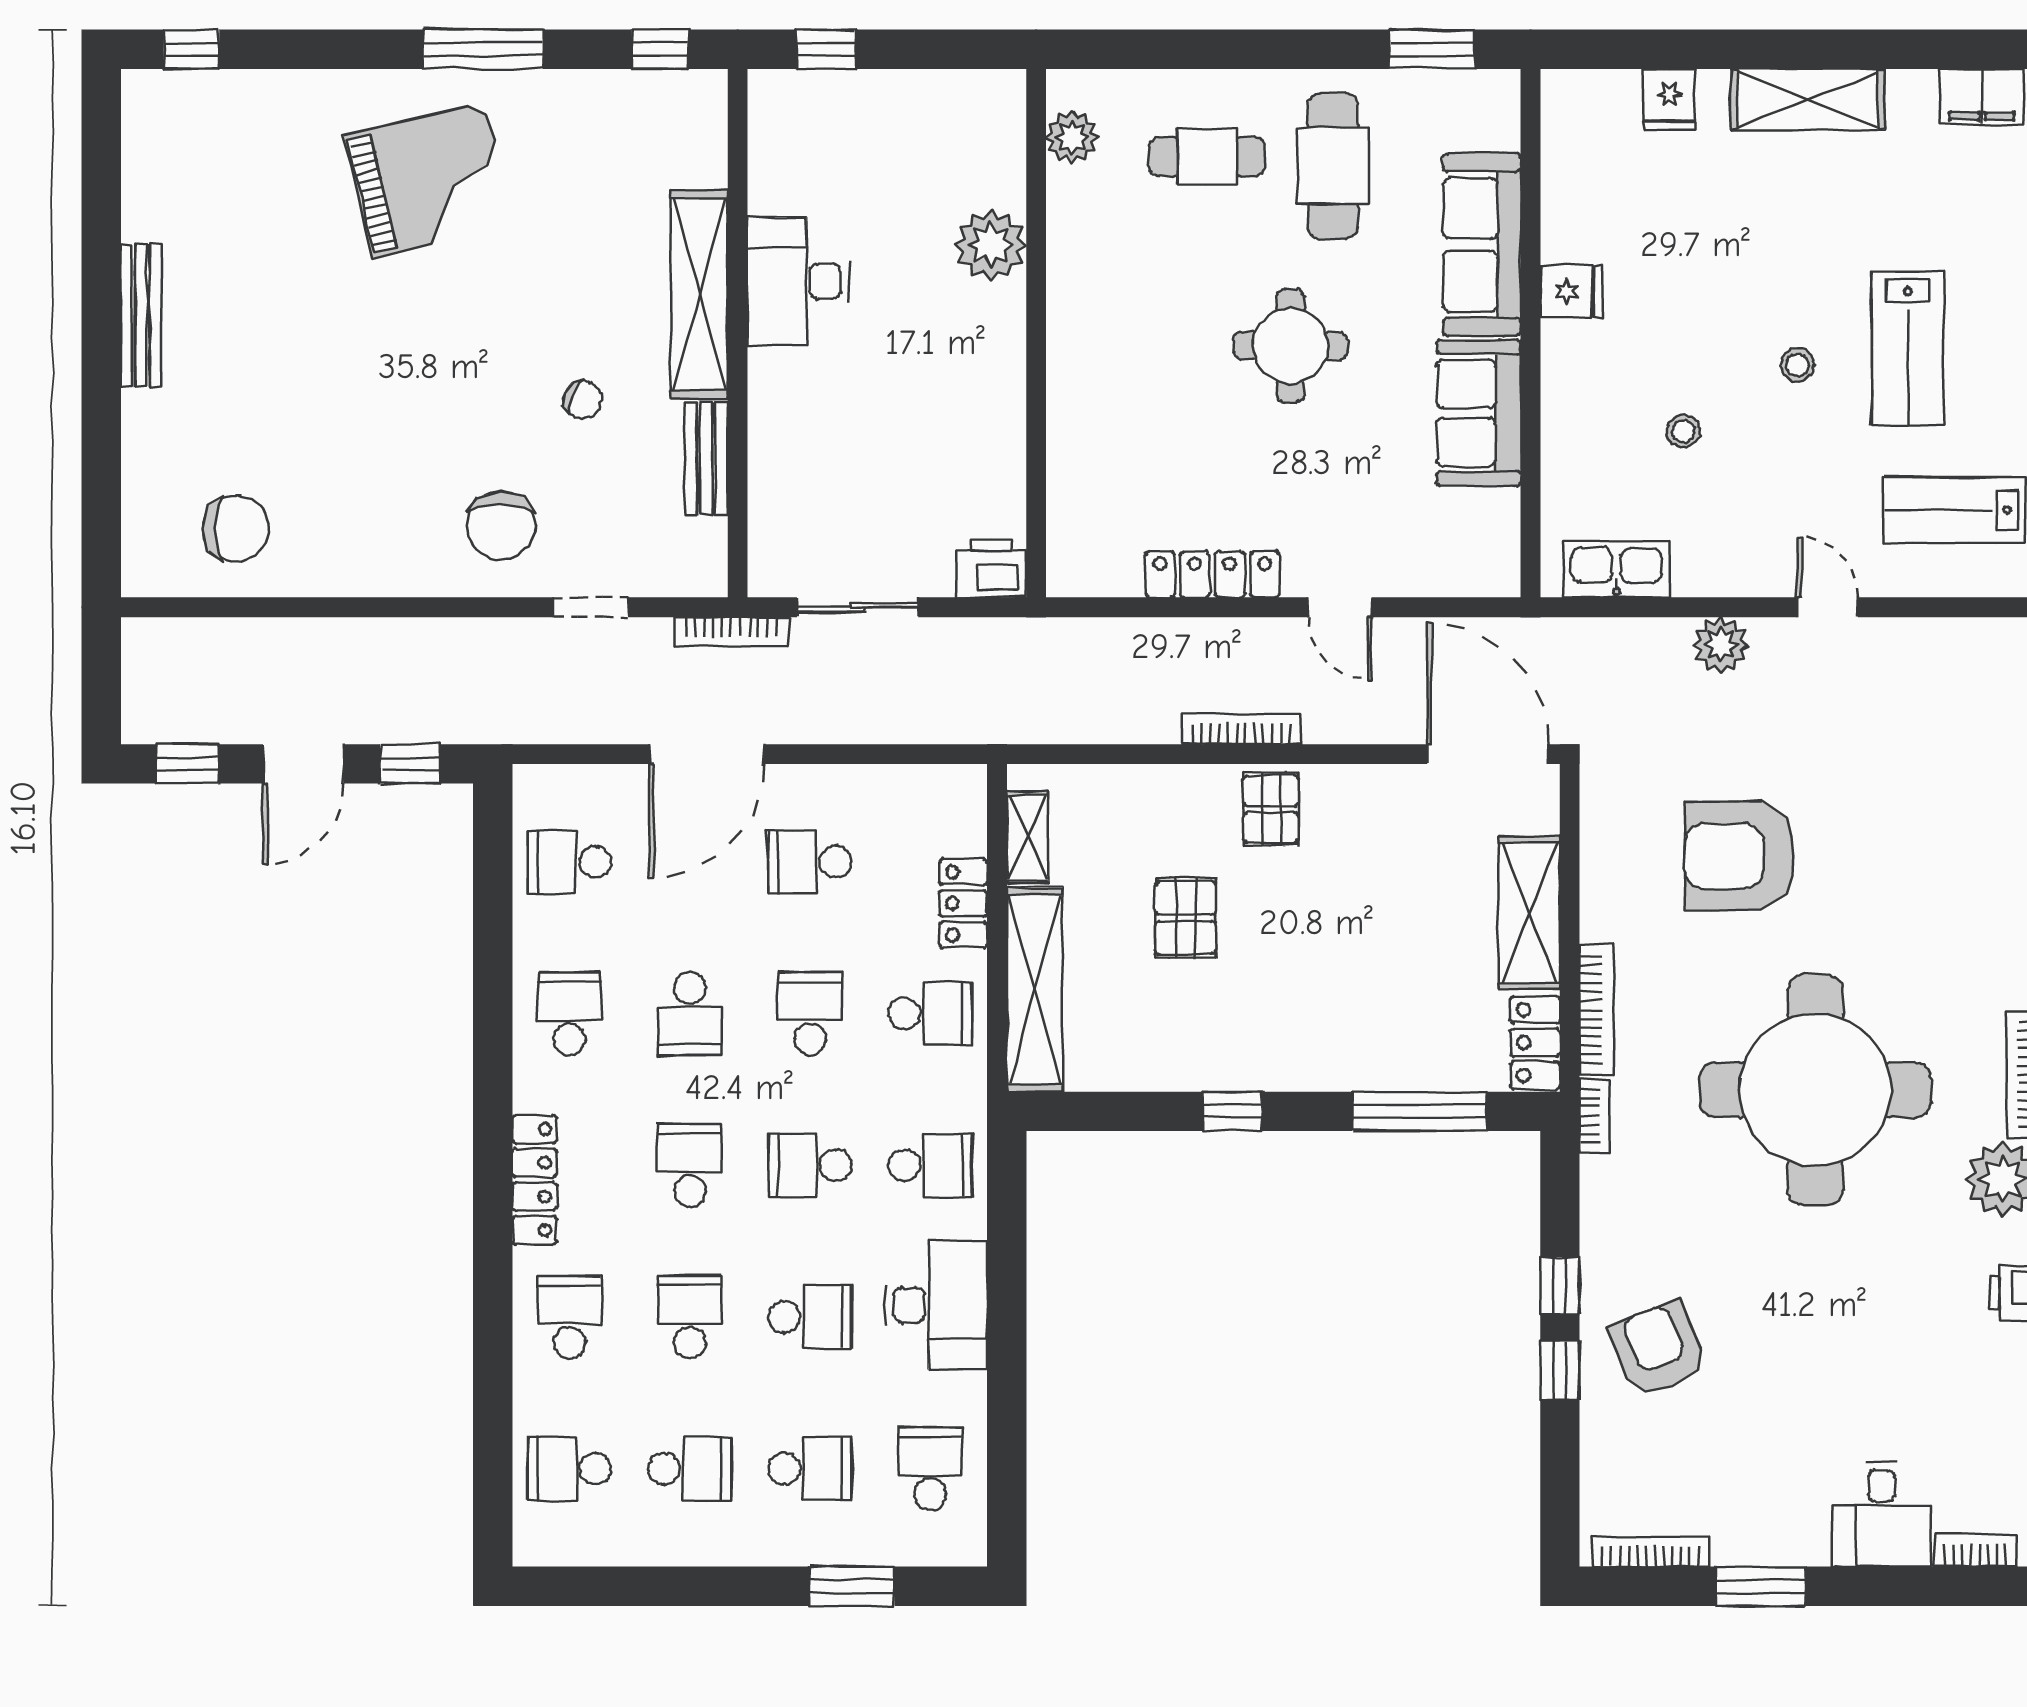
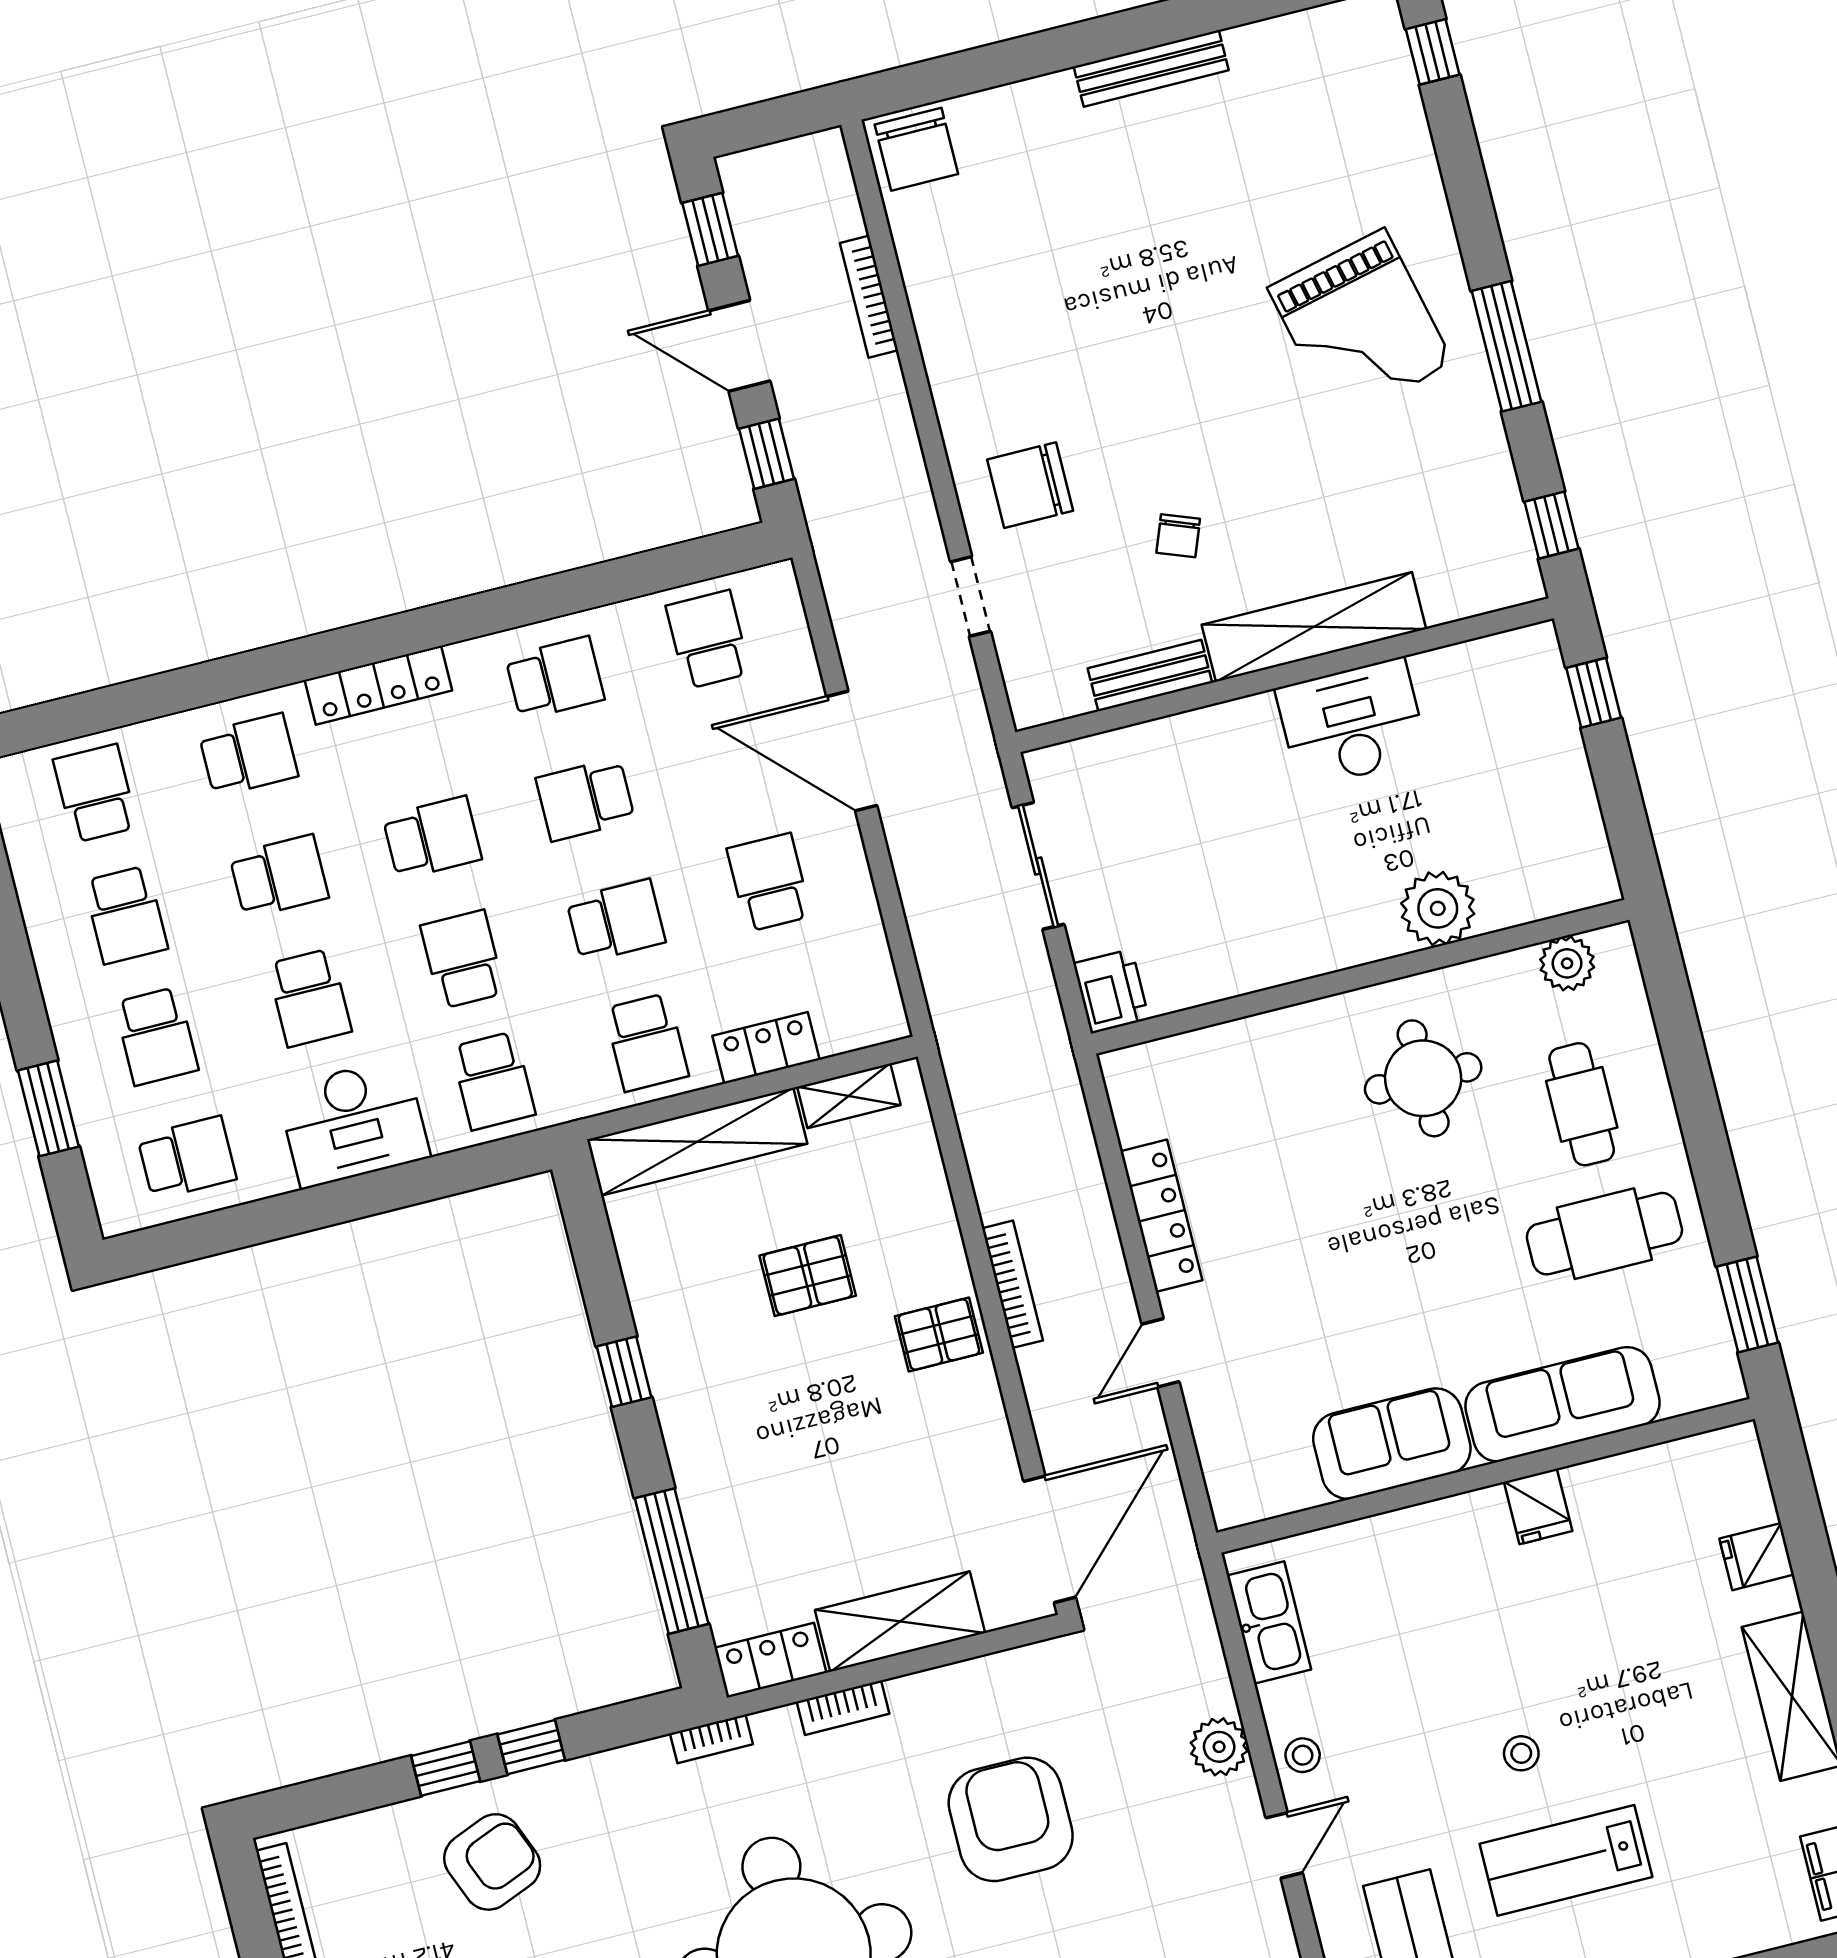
round table: (1290, 346) -> (1423, 1078), moved
stool: (1683, 431) -> (1303, 1755), moved
chair: (236, 529) -> (916, 149), moved
bookcase: (731, 632) -> (869, 297), moved
bookcase: (1596, 1010) -> (843, 1708), width x0.64

